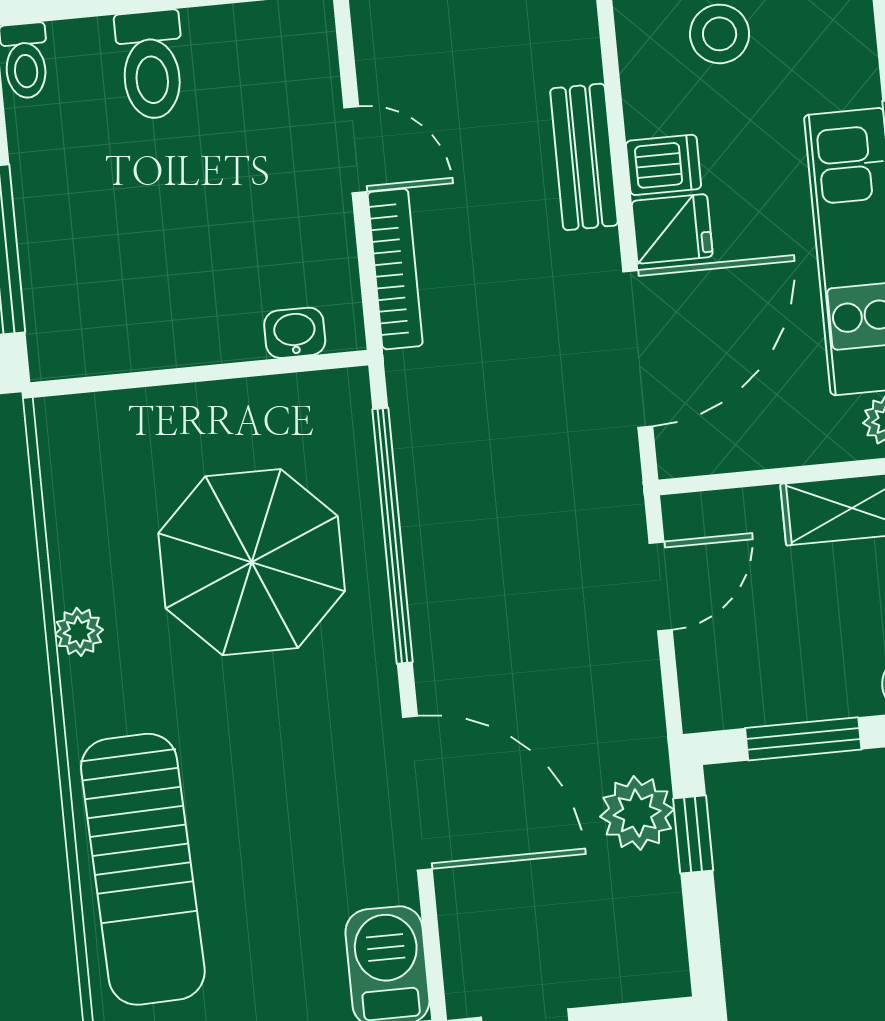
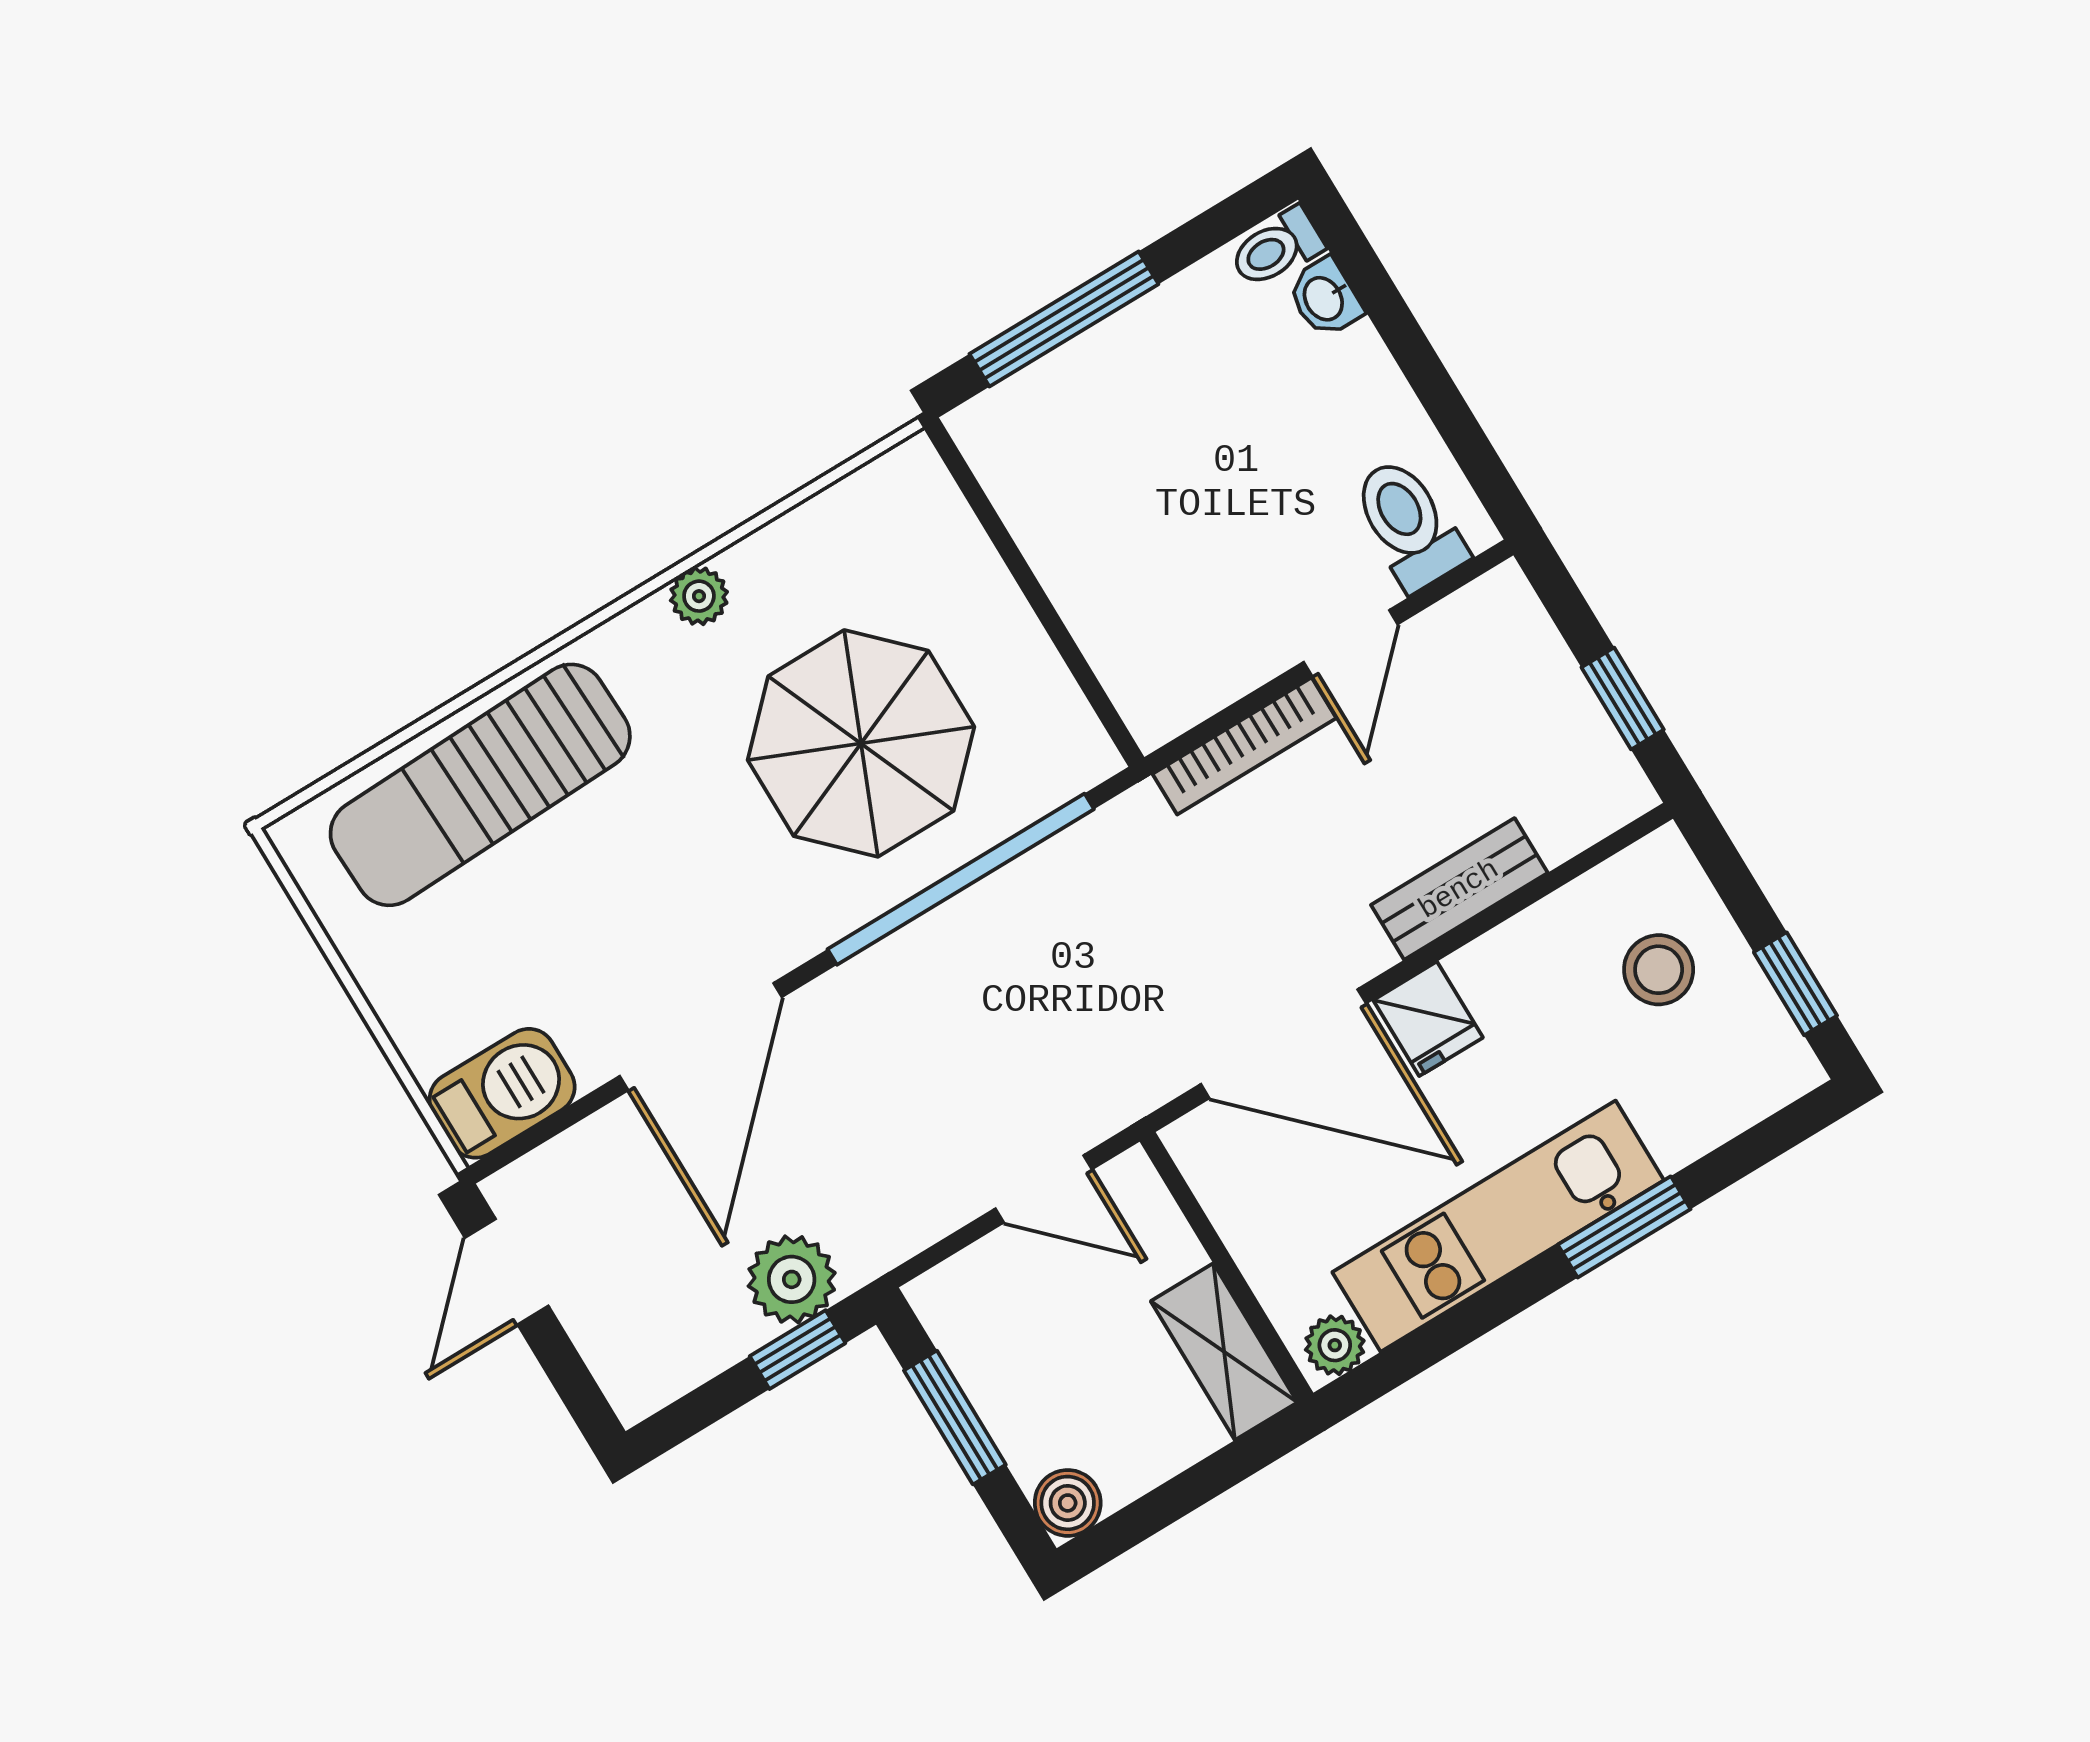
toilet: (151, 65) -> (1408, 524), moved, turned 90
dishwasher: (664, 165) -> (1491, 977), removed
washbasin: (295, 333) -> (1325, 298), moved, turned 180

